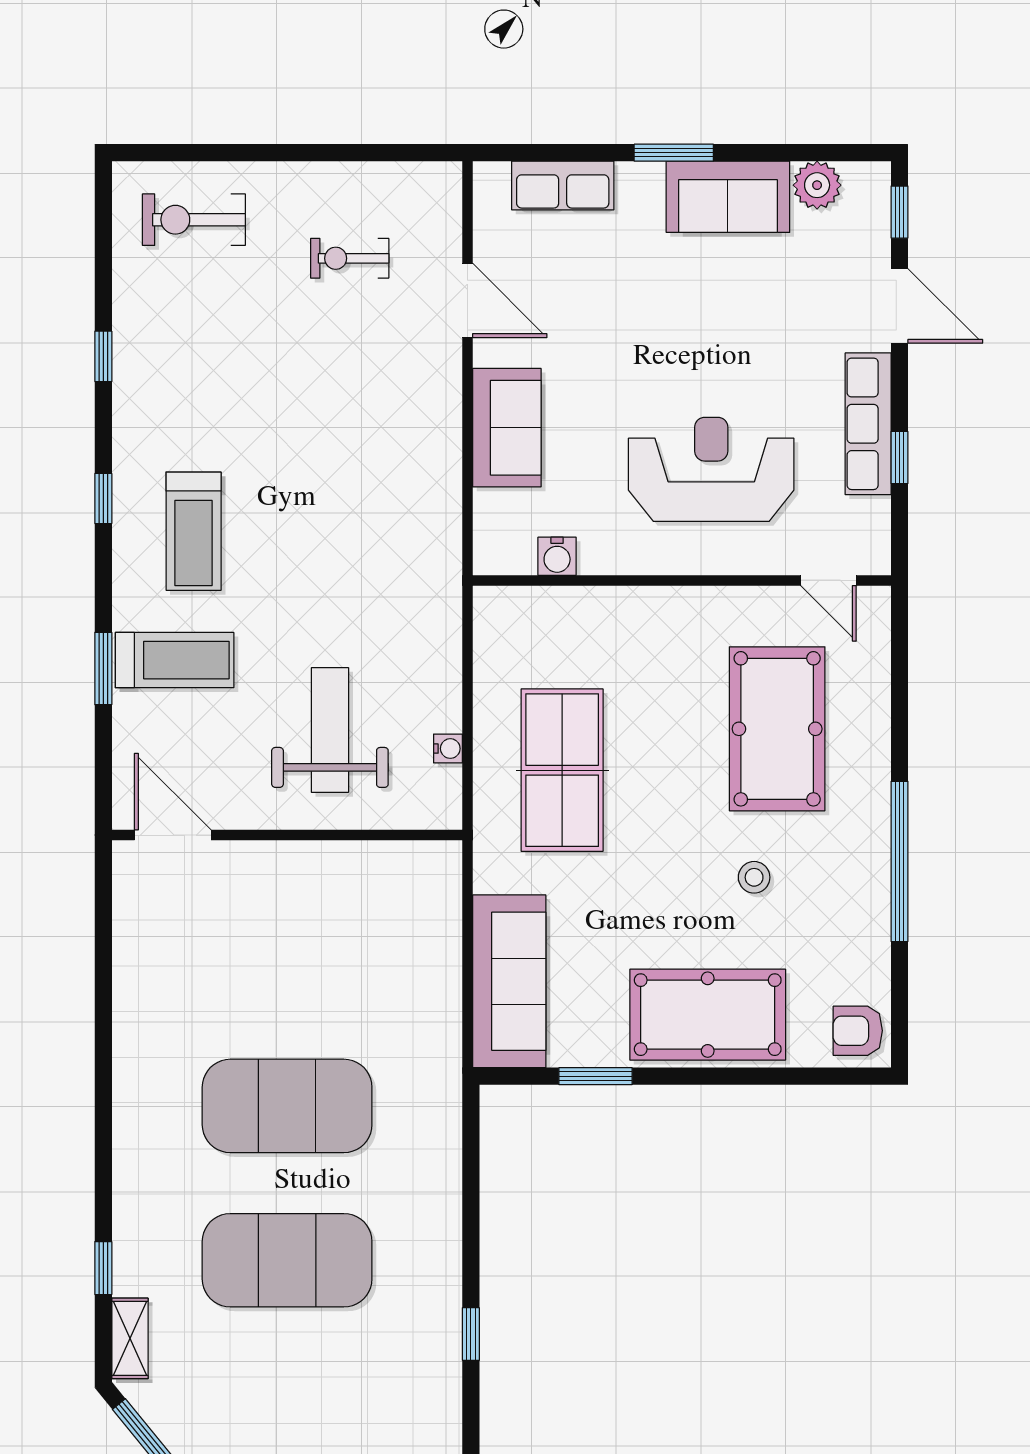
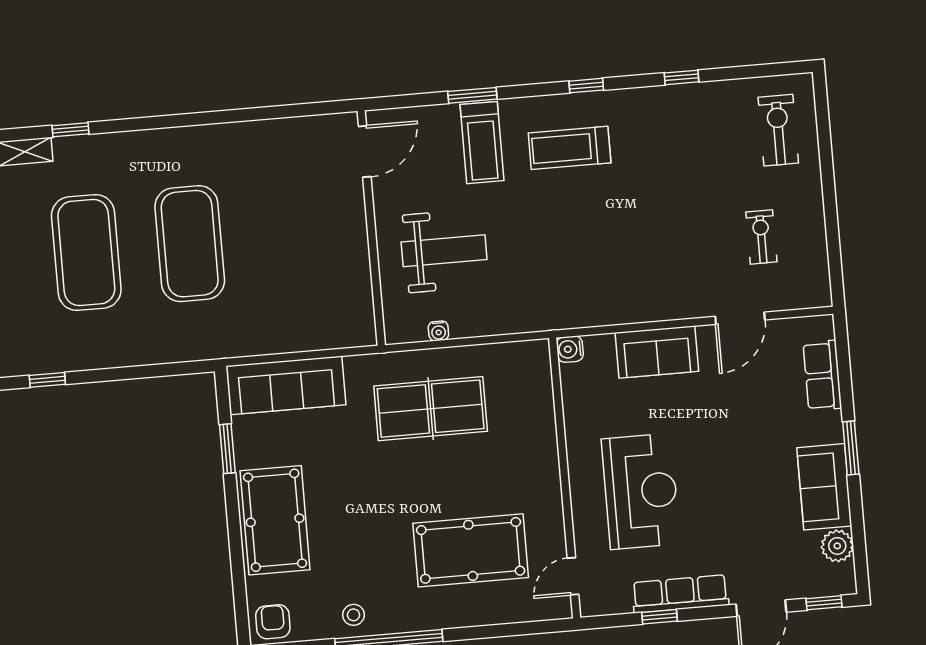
water cooler: (557, 556) -> (570, 349), moved
stool: (754, 877) -> (354, 615), moved

